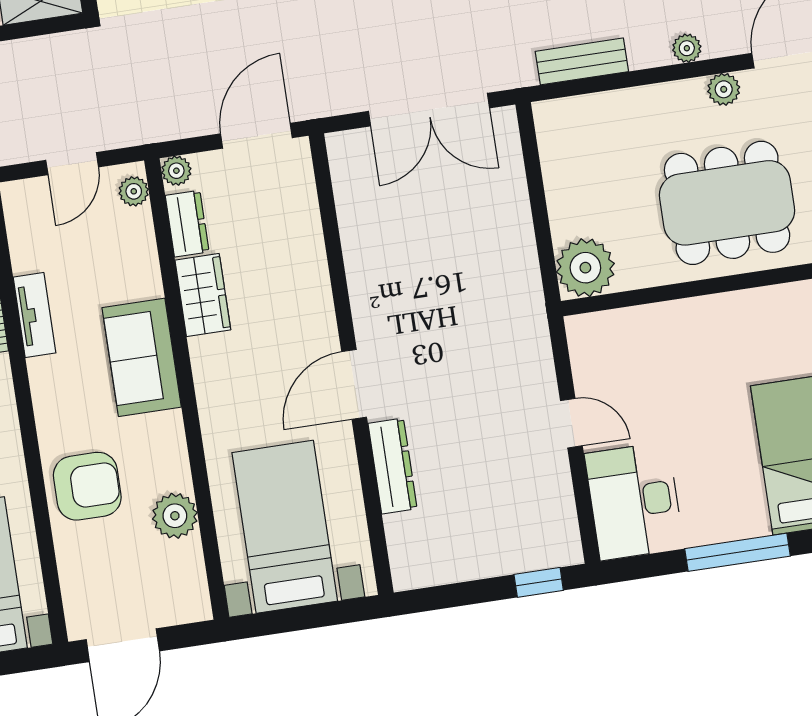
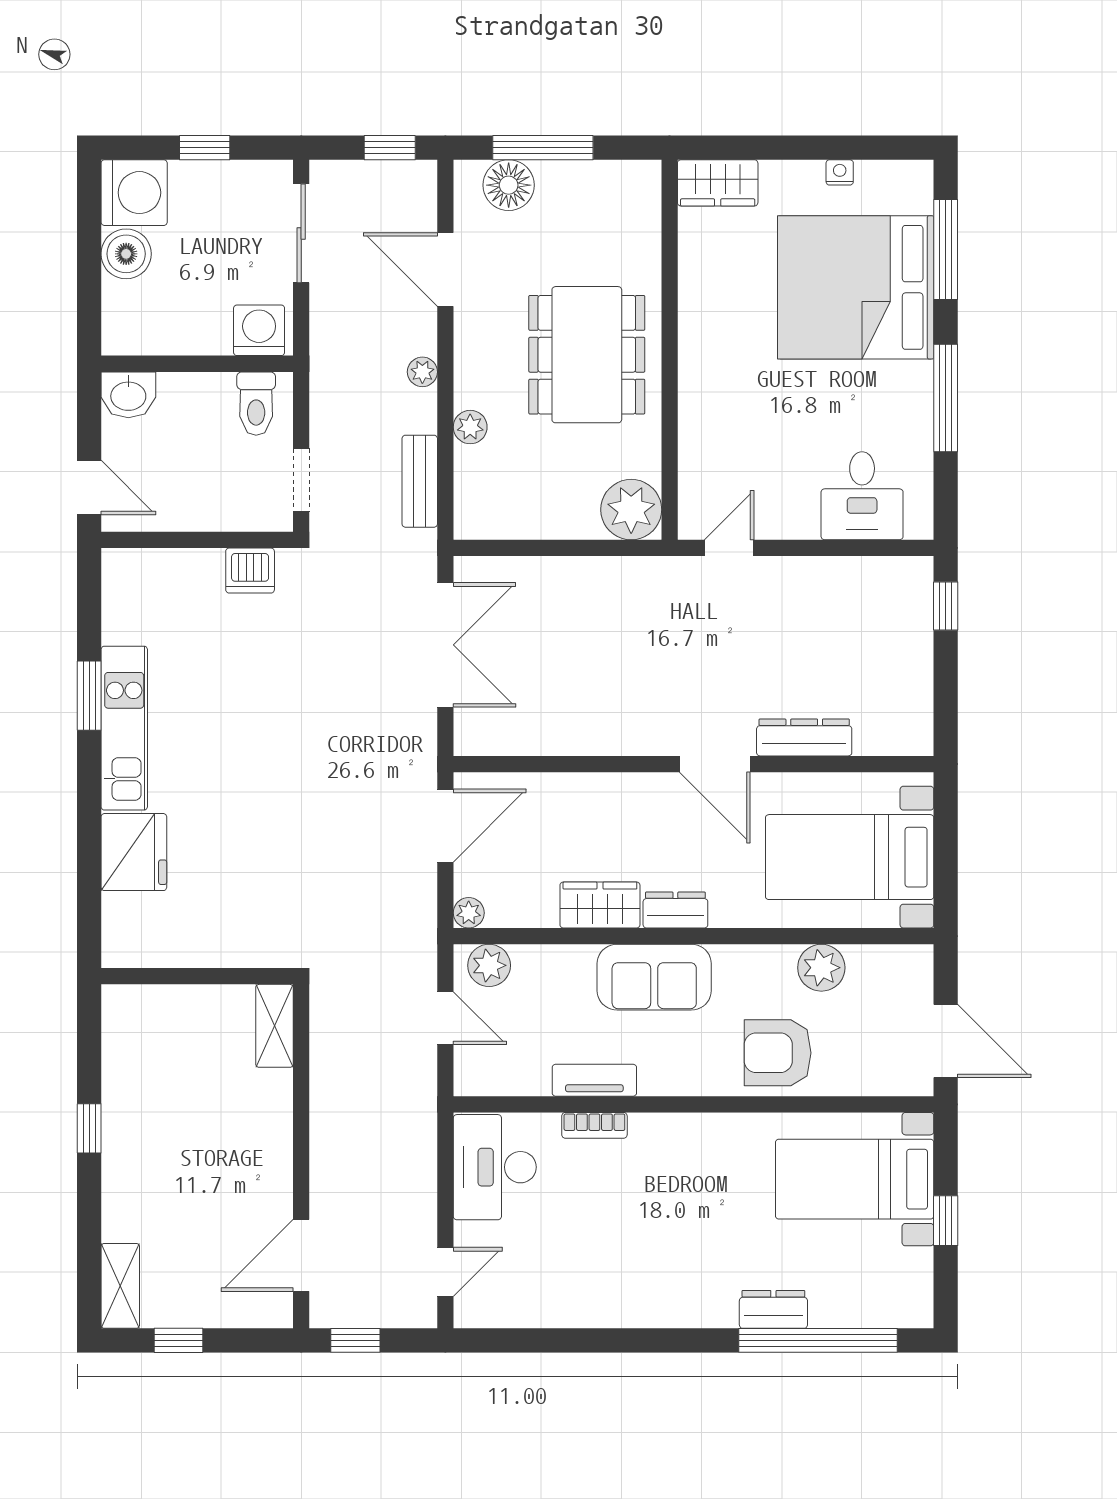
plant: (724, 89) -> (470, 427), moved
door: (256, 136) -> (445, 826), swing flipped
plant: (134, 191) -> (489, 965), width x1.38, depth x1.38
dresser: (187, 224) -> (675, 910), moved
door: (571, 423) -> (729, 548), moved
armchair: (87, 486) -> (778, 1053), turned -90
desk: (634, 501) -> (862, 496), width x0.73

